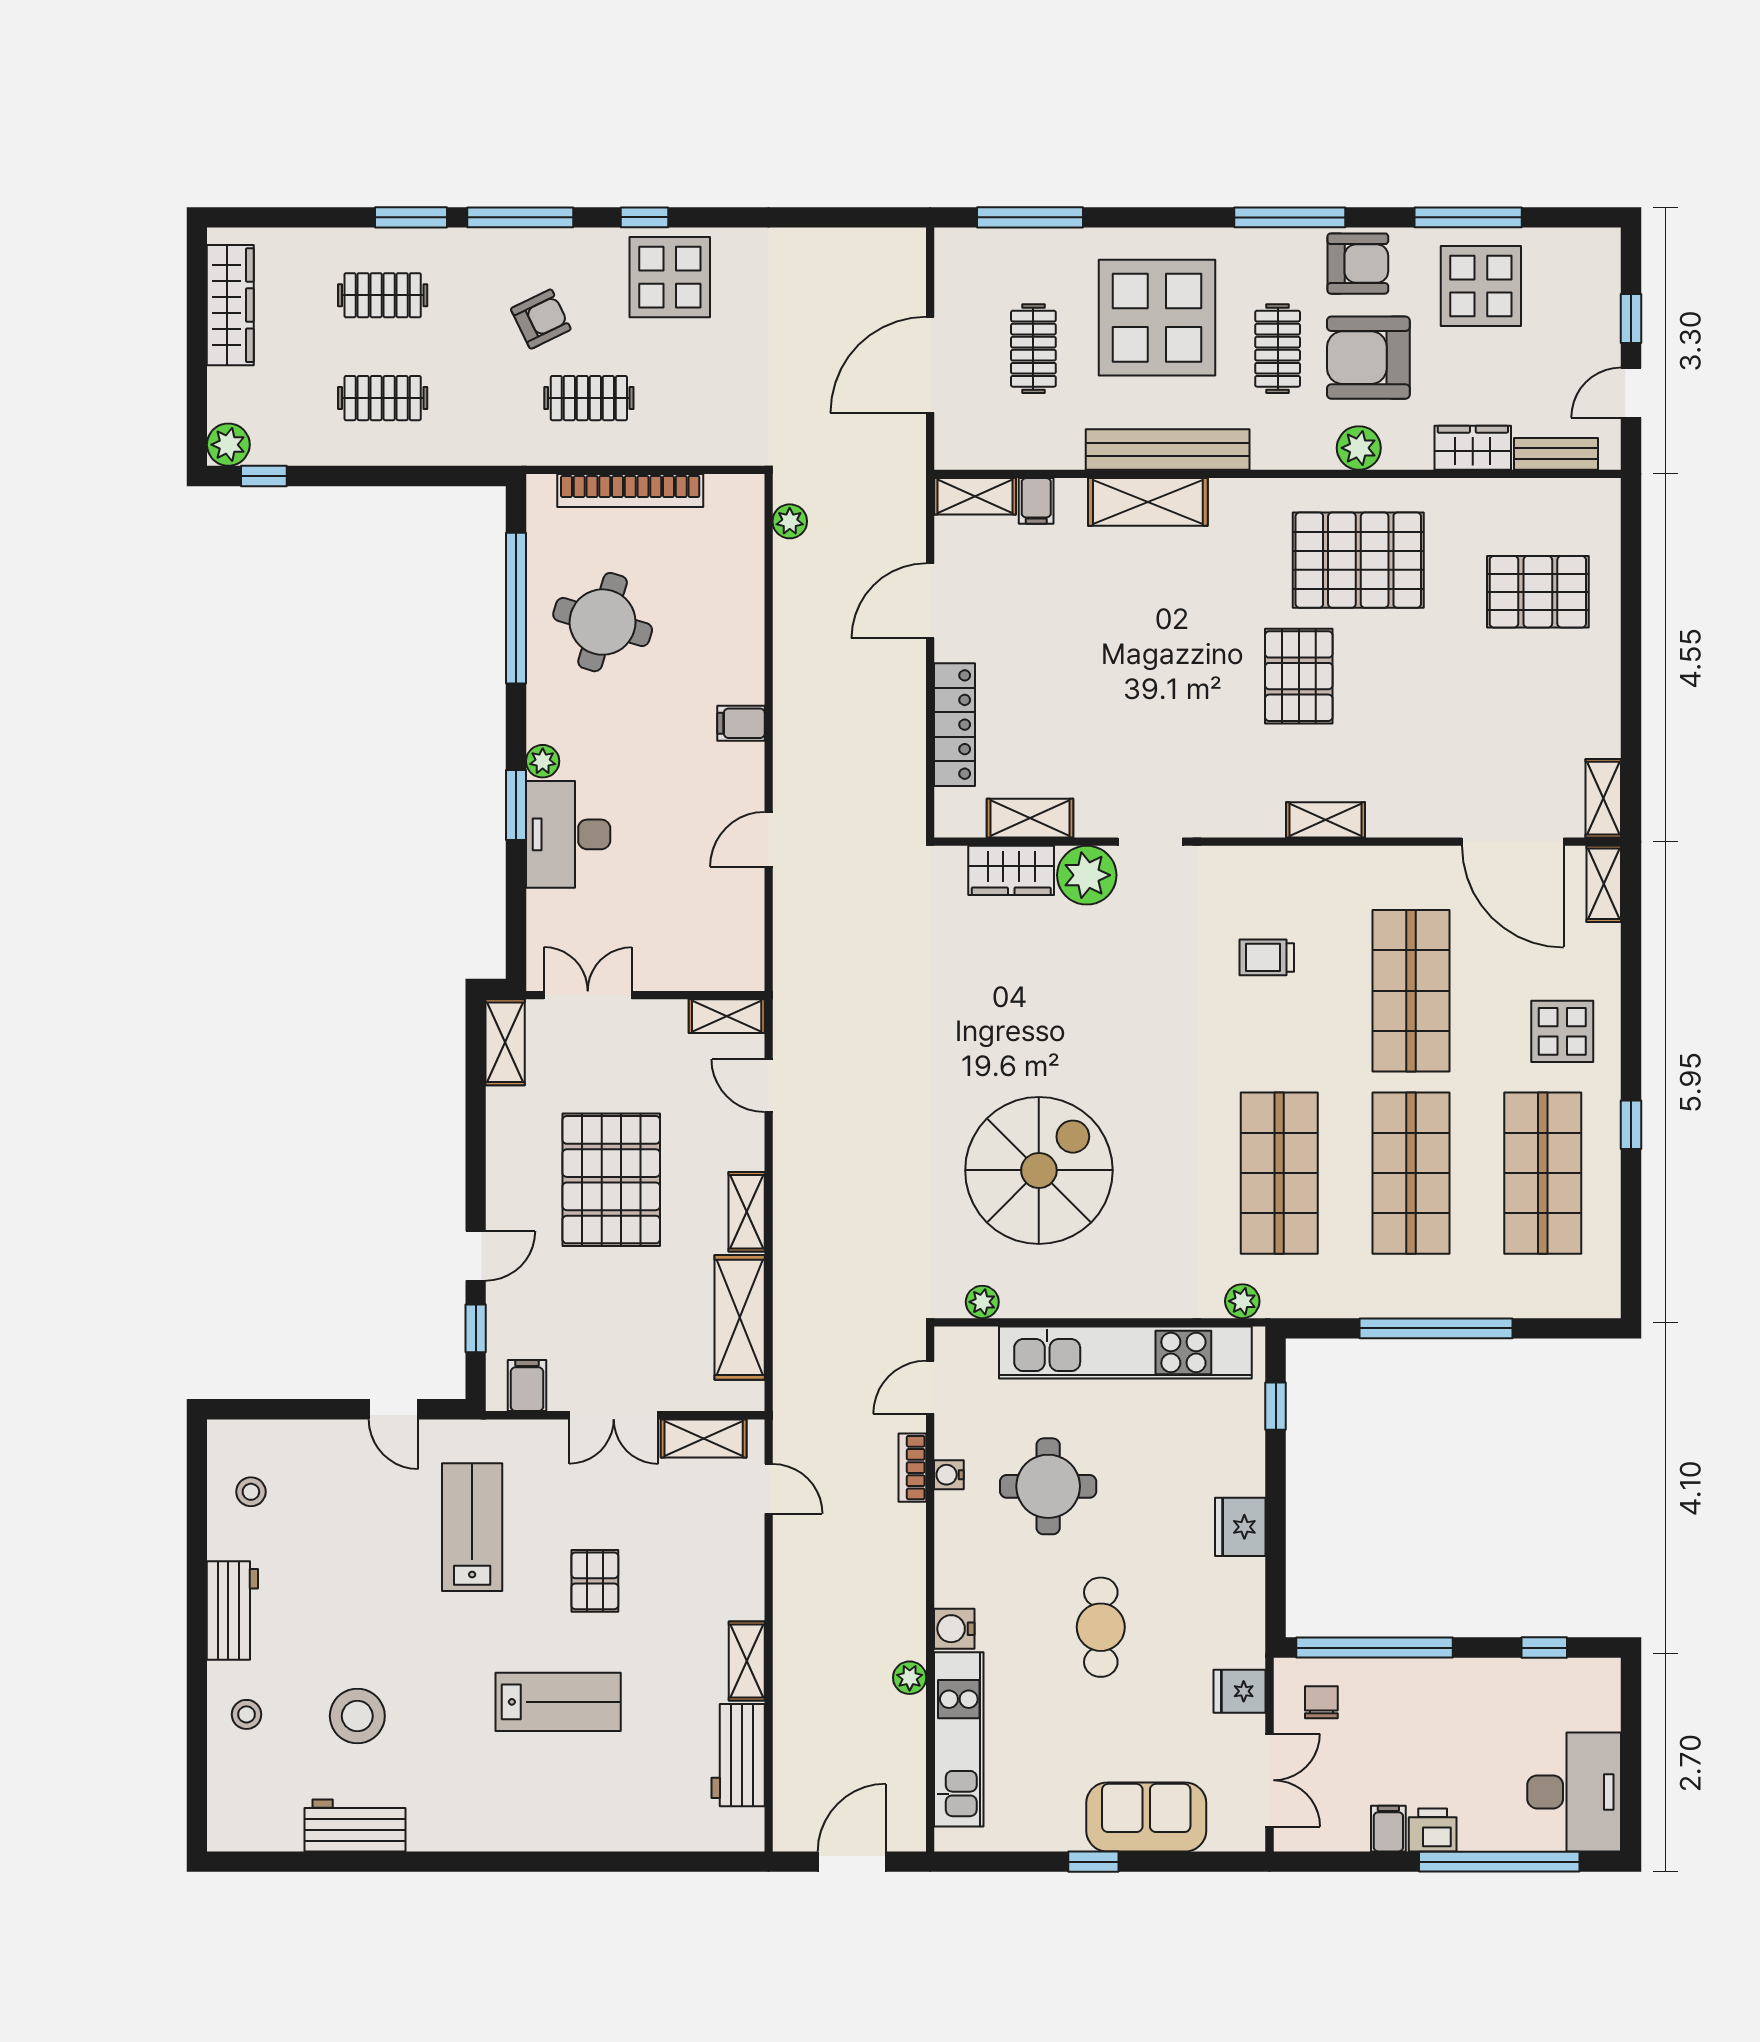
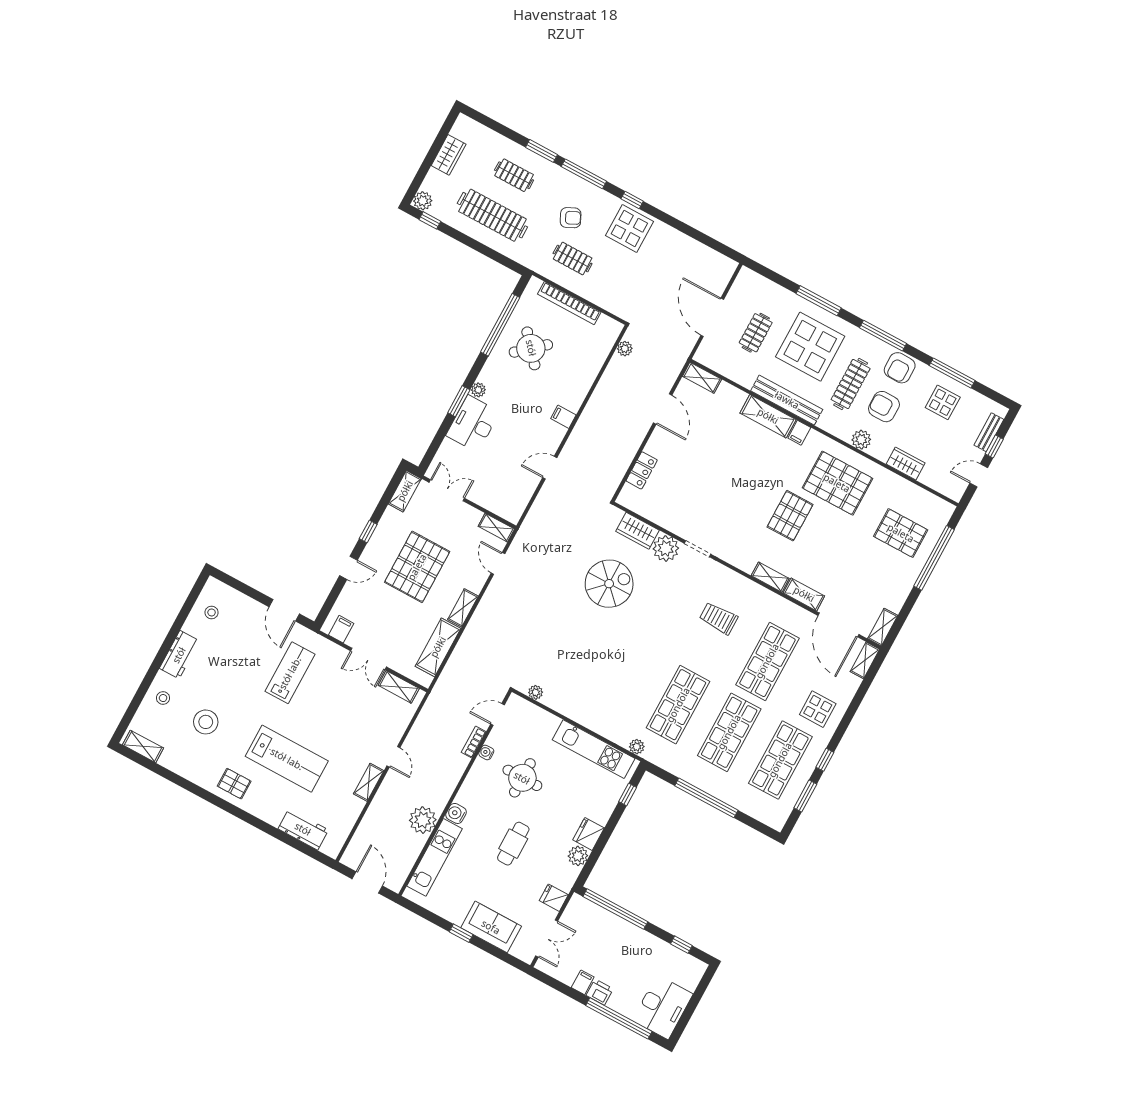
window: (1030, 217) -> (819, 301), moved
armchair: (1358, 264) -> (900, 368), turned 90
display table: (1481, 286) -> (943, 402), width x0.73, depth x0.73
wardrobe: (230, 305) -> (449, 155), width x0.67
clothes rail: (1278, 349) -> (851, 384), width x1.36
armchair: (1368, 358) -> (884, 407), width x0.73, depth x0.73
door: (930, 365) -> (712, 317), hinge flipped
clothes rail: (383, 398) -> (492, 215), width x1.86, depth x1.31
bench: (1556, 454) -> (989, 432), moved, turned 90
filing cabinet: (1036, 501) -> (799, 433), moved
door: (930, 601) -> (663, 409), swing flipped
window: (1631, 605) -> (934, 558), added
round table: (603, 622) -> (531, 348), turned 32
locker: (955, 725) -> (642, 470), width x0.66
shelving: (1030, 818) -> (804, 594), moved
trolley: (1267, 957) -> (718, 618), width x1.36, depth x1.39
spiral stairs: (1039, 1170) -> (609, 584), moved, width x0.73, depth x0.73
window: (1631, 1218) -> (805, 796), added
window: (476, 1328) -> (368, 531), moved
kitchen unit: (1125, 1352) -> (594, 749), width x0.73
door: (393, 1409) -> (284, 610), width x1.37
door: (769, 1489) -> (393, 757), moved
pallet: (595, 1581) -> (234, 784), moved, turned 90
plant: (1243, 1582) -> (578, 856), added
plant: (910, 1678) -> (423, 820), width x1.88, depth x1.88
lab bench: (558, 1702) -> (287, 759), width x1.36, depth x1.39
chair: (1321, 1702) -> (583, 919), removed
workbench: (738, 1755) -> (303, 829), moved, turned 90
workbench: (355, 1826) -> (182, 764), removed
shelving: (259, 1832) -> (143, 746), added
door: (852, 1862) -> (367, 882), hinge flipped

